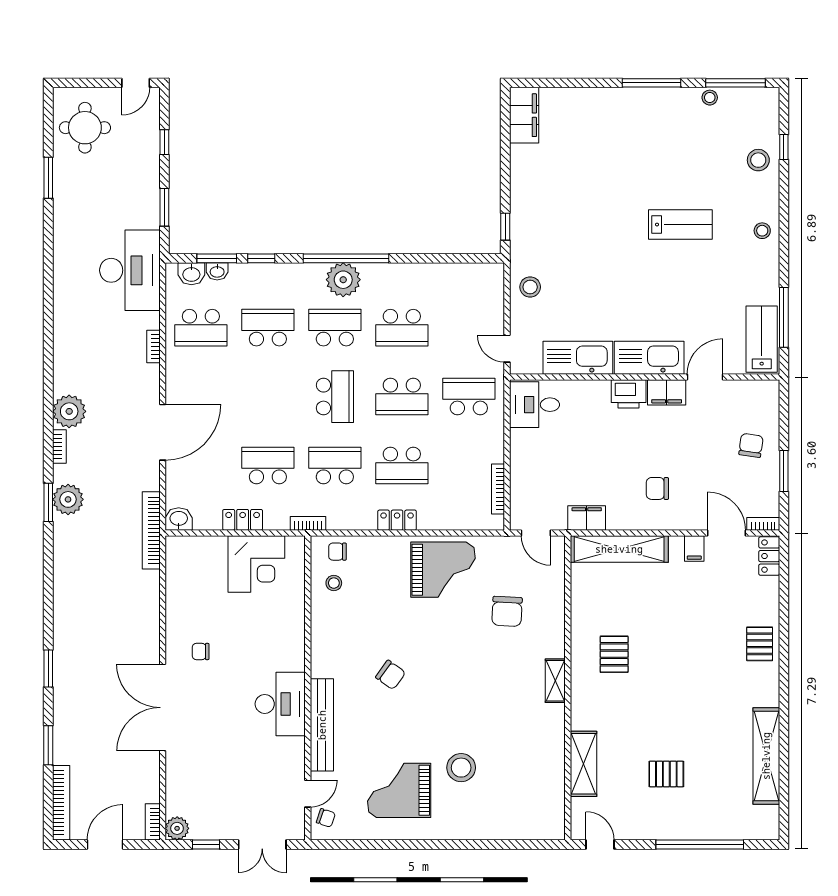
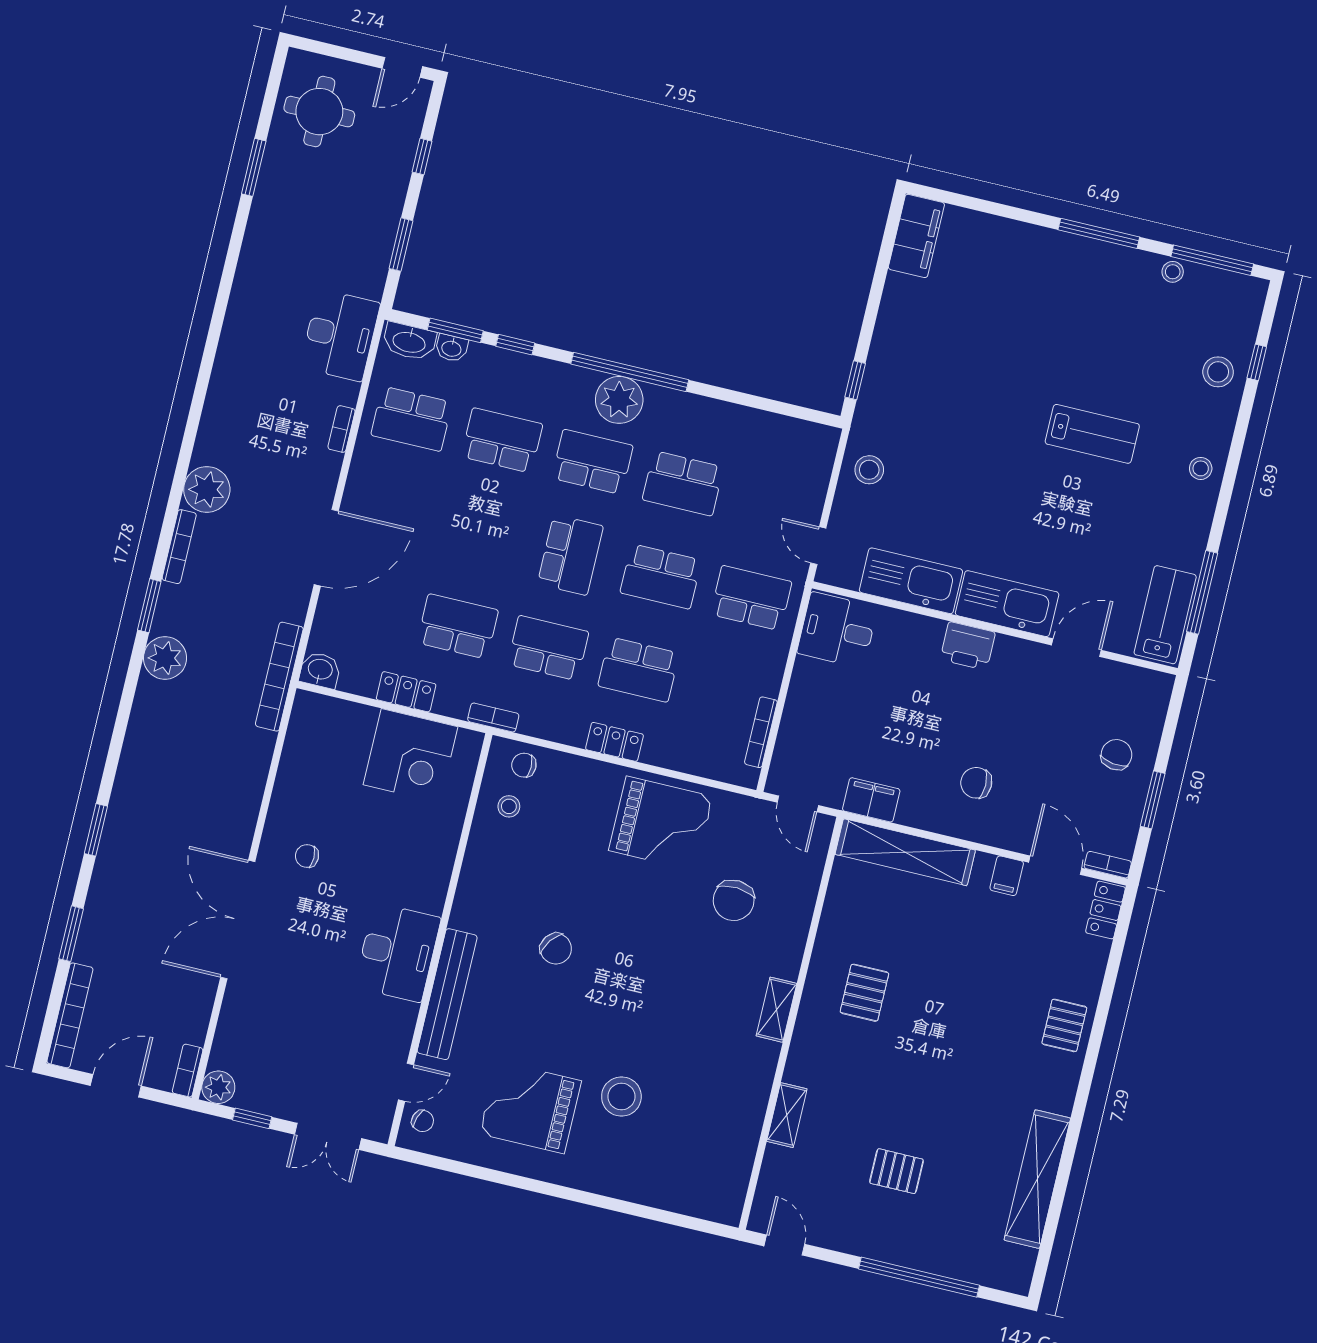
desk: (130, 270) -> (340, 335), width x0.73, depth x0.77
washbasin: (191, 274) -> (409, 341), width x1.38
filing cabinet: (667, 392) -> (1020, 656), removed
bookcase: (59, 447) -> (179, 547), width x1.56
plant: (68, 499) -> (165, 658), moved
shelving: (583, 764) -> (787, 1115), width x0.67, depth x0.75

